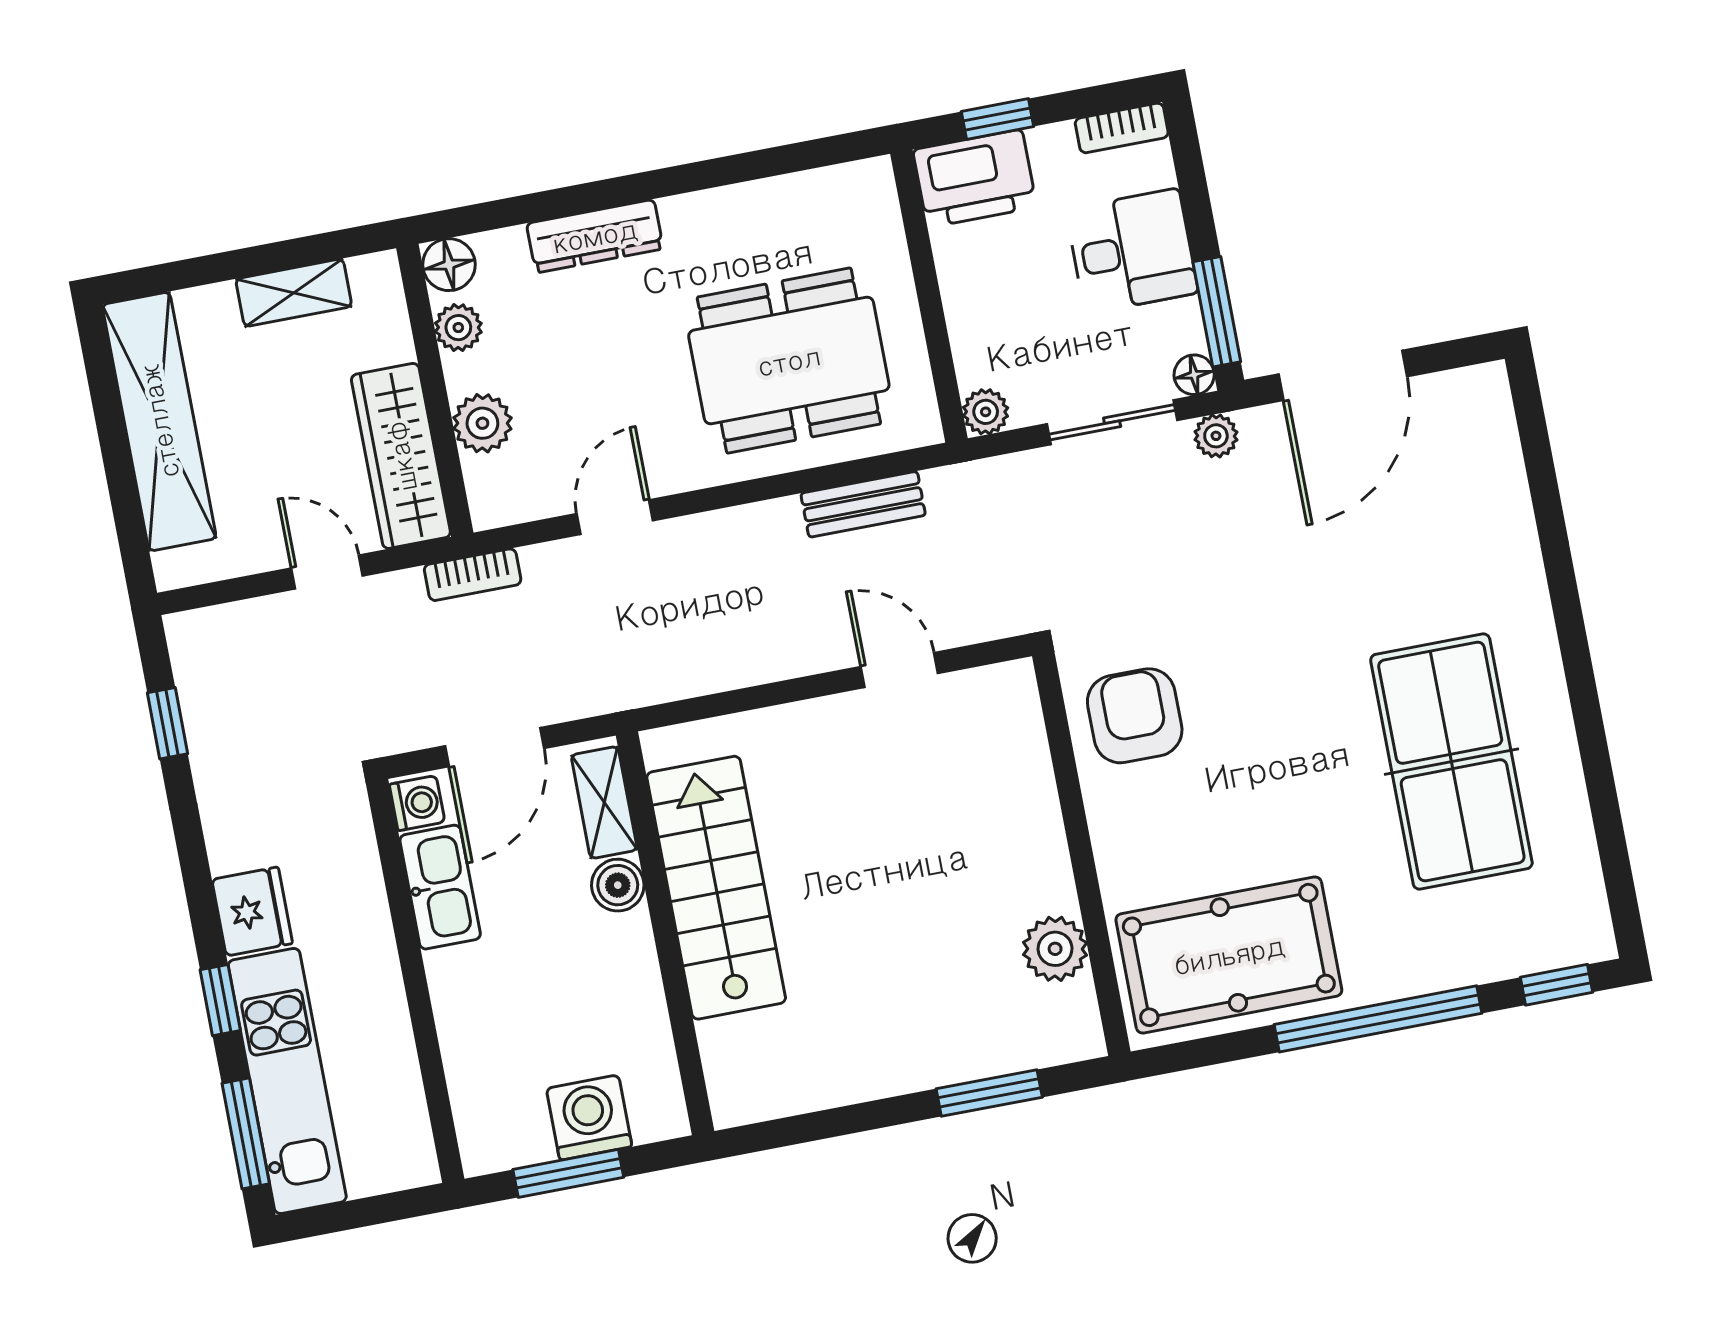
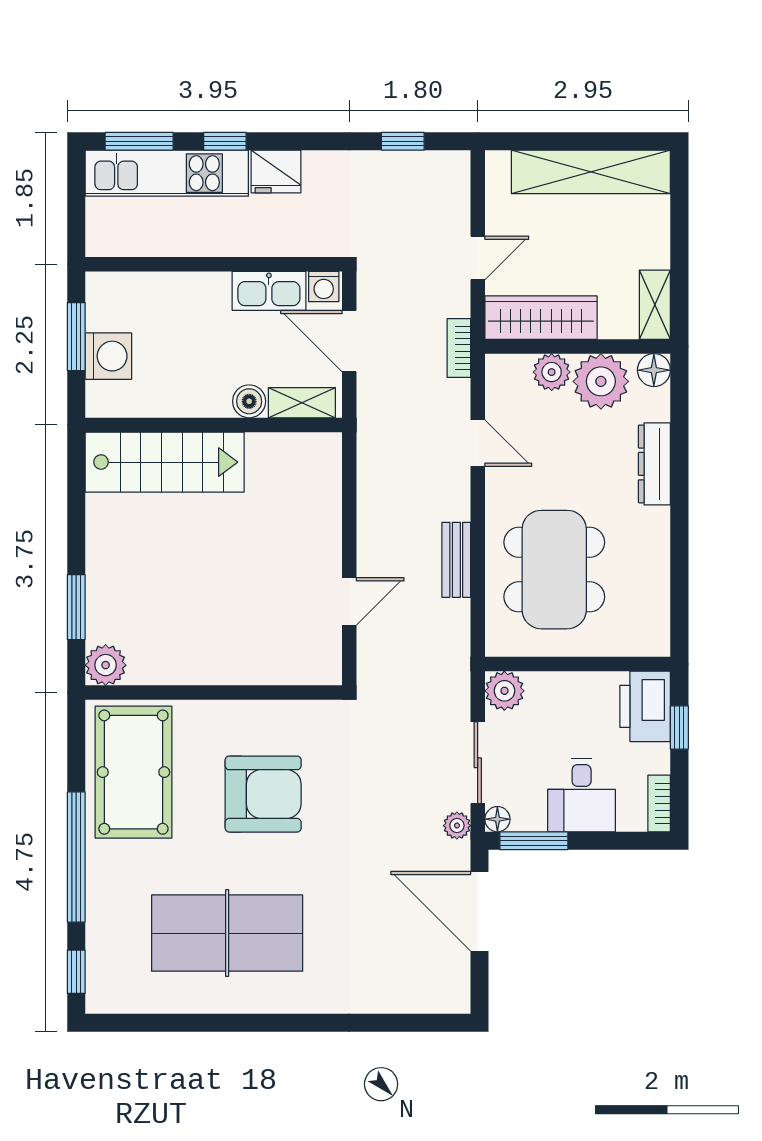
shelving: (294, 293) -> (655, 305), moved
plant: (458, 328) -> (601, 381), width x1.88, depth x1.88
plant: (986, 412) -> (504, 691), width x1.38, depth x1.38
bench: (863, 504) -> (456, 560), moved
armchair: (1135, 716) -> (263, 794), moved, width x1.36, depth x1.36
stairs: (716, 888) -> (165, 462), moved
plant: (1055, 949) -> (106, 665), moved

